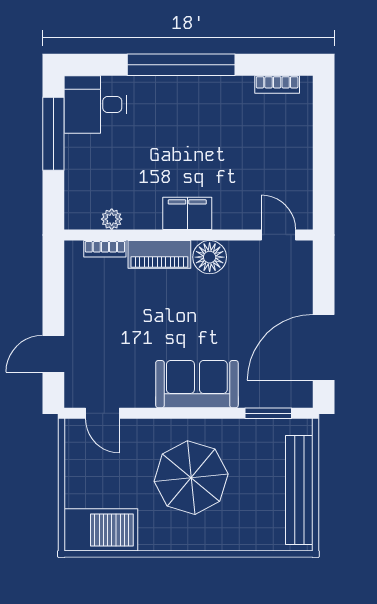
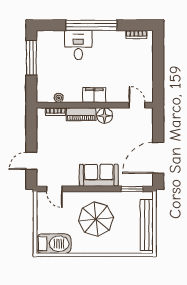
desk: (95, 104) -> (78, 45), moved, turned 90

